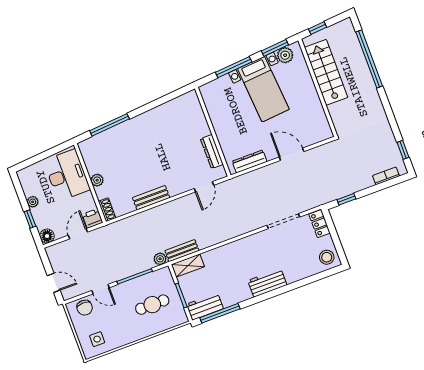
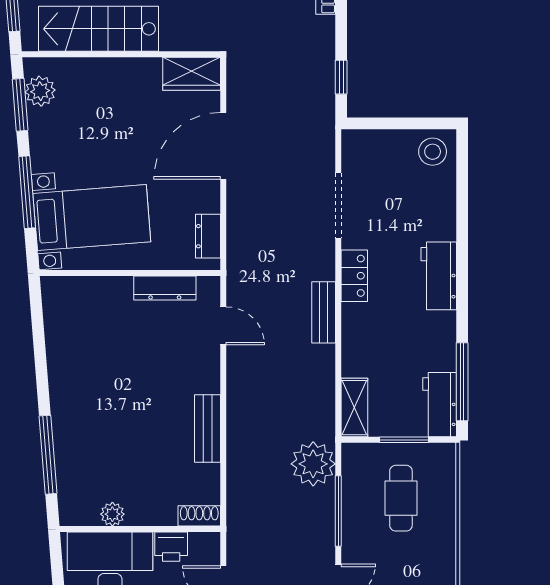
bed with nightstands: (263, 89) -> (92, 218), moved
wardrobe: (321, 126) -> (192, 74), added
door: (292, 154) -> (223, 146), width x1.36
dresser: (250, 161) -> (208, 236), width x0.70
plant: (97, 180) -> (112, 514), moved
printer: (93, 218) -> (171, 547), moved, turned -90
locker: (319, 224) -> (354, 276), moved, turned -90
bench: (182, 251) -> (324, 312), moved
plant: (160, 259) -> (313, 464), width x1.87, depth x1.87

